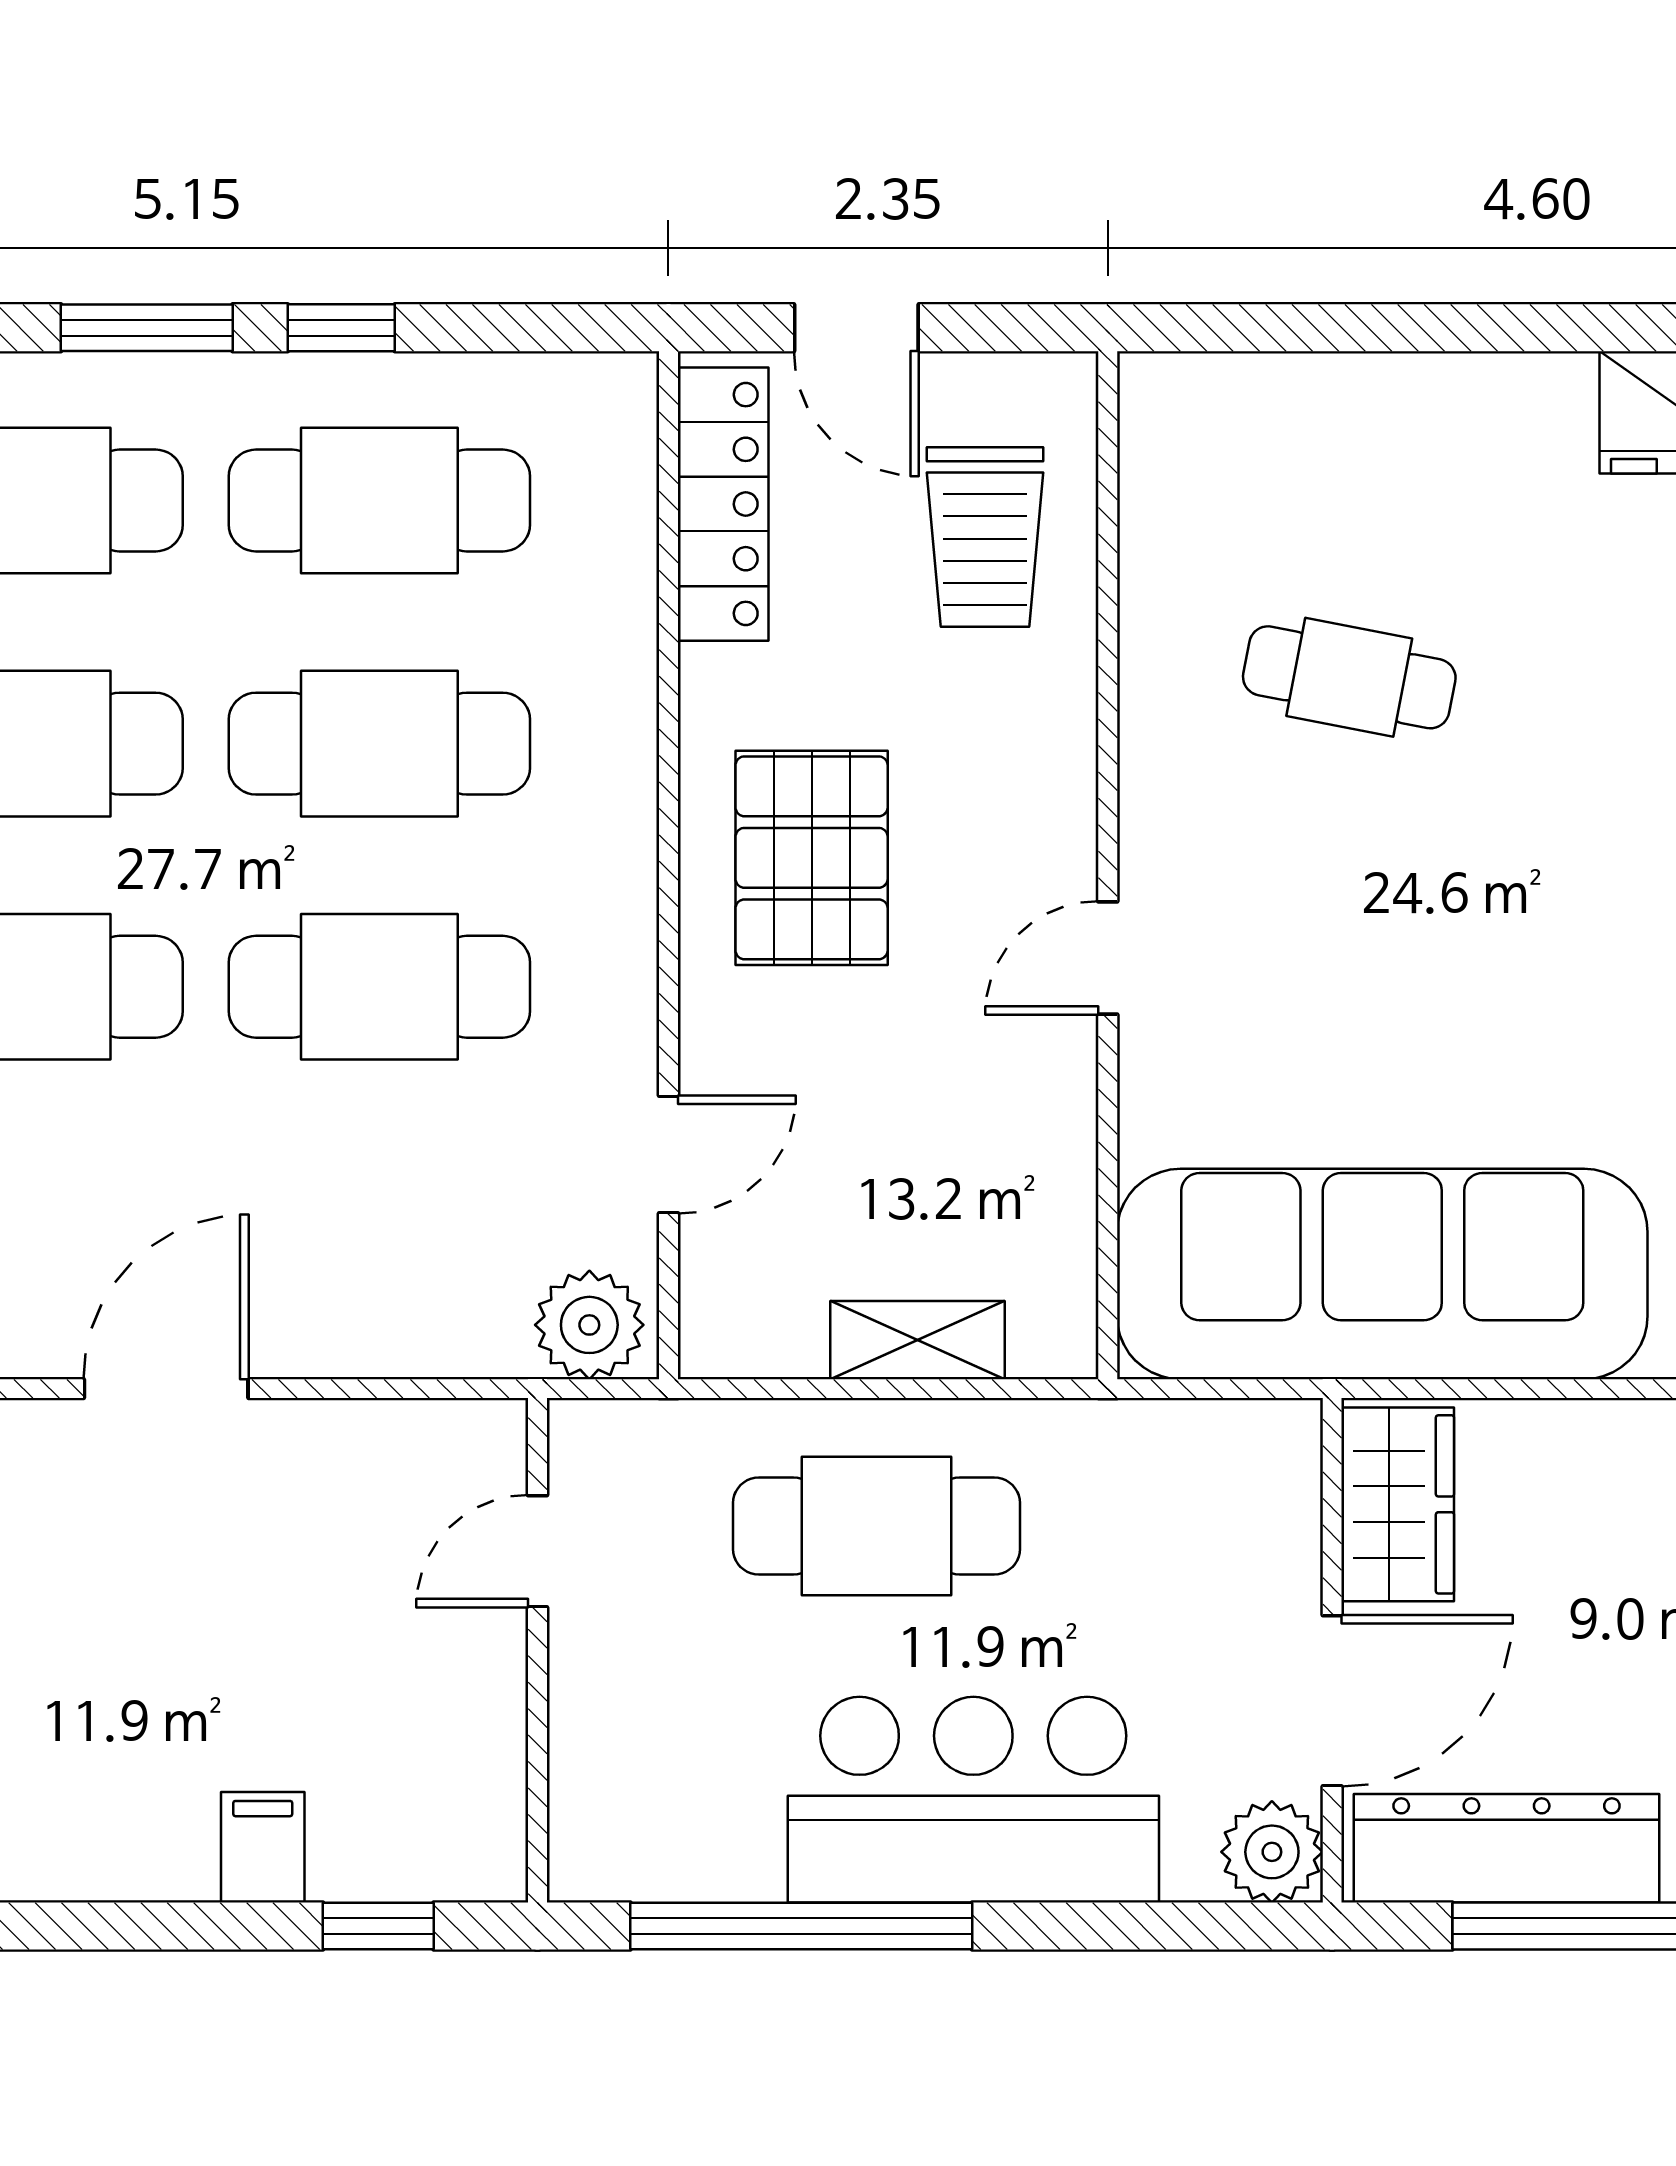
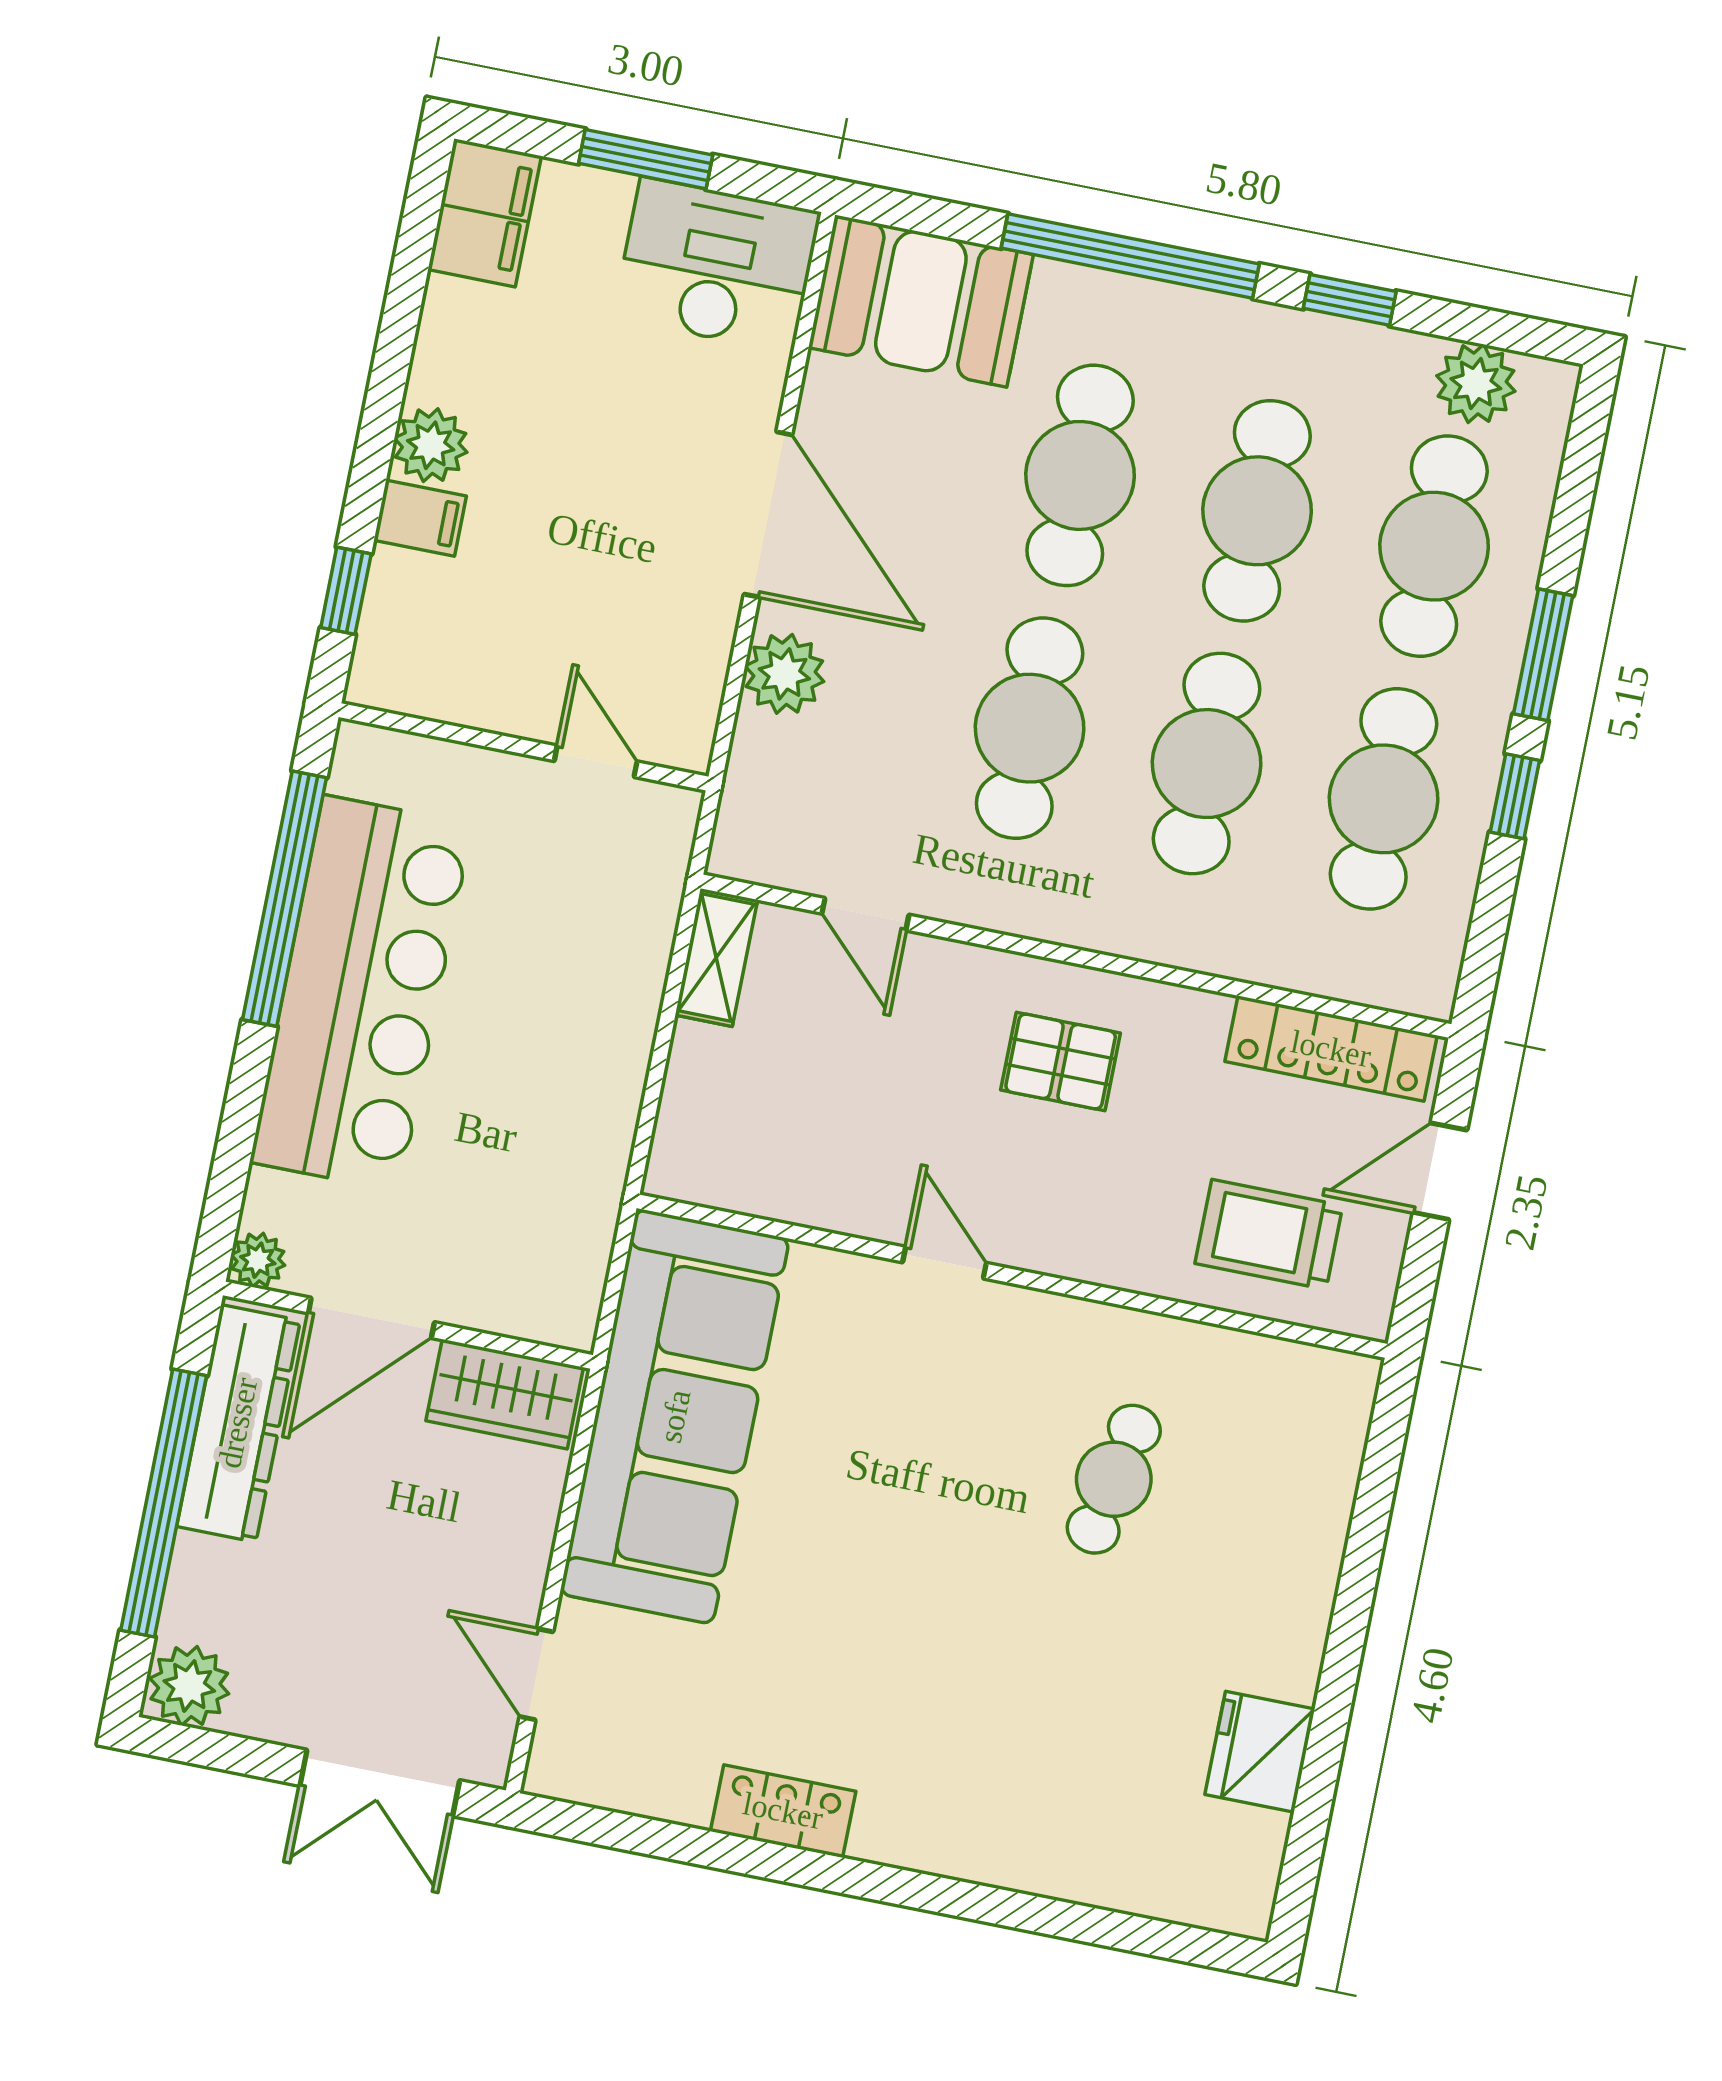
pallet: (812, 858) -> (1061, 1062), width x0.67, depth x0.71
plant: (589, 1325) -> (784, 674), moved
shelving: (917, 1340) -> (716, 957), moved
door: (166, 1389) -> (768, 514), width x1.36
cafe table: (876, 1526) -> (565, 1012), removed
door: (1332, 1701) -> (371, 1318), hinge flipped
bar counter: (973, 1800) -> (361, 993), width x1.36
plant: (1272, 1852) -> (258, 1260), width x0.73, depth x0.73
plant: (164, 1853) -> (431, 445), added

